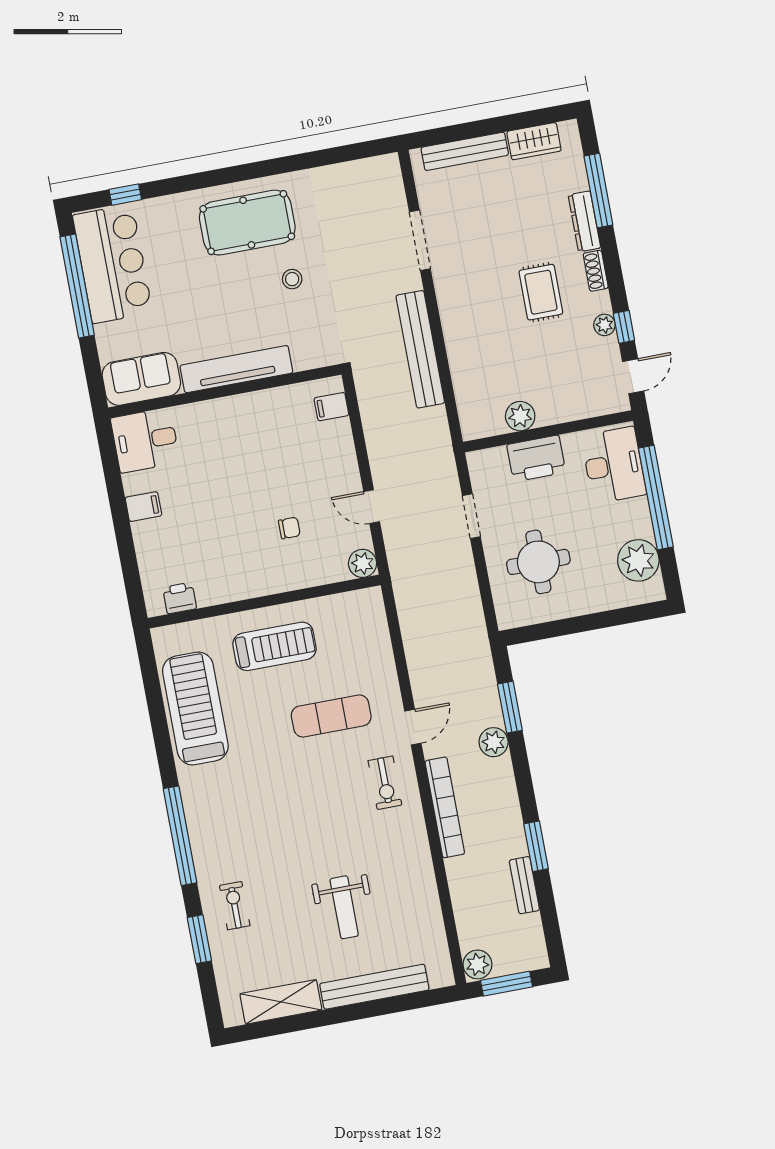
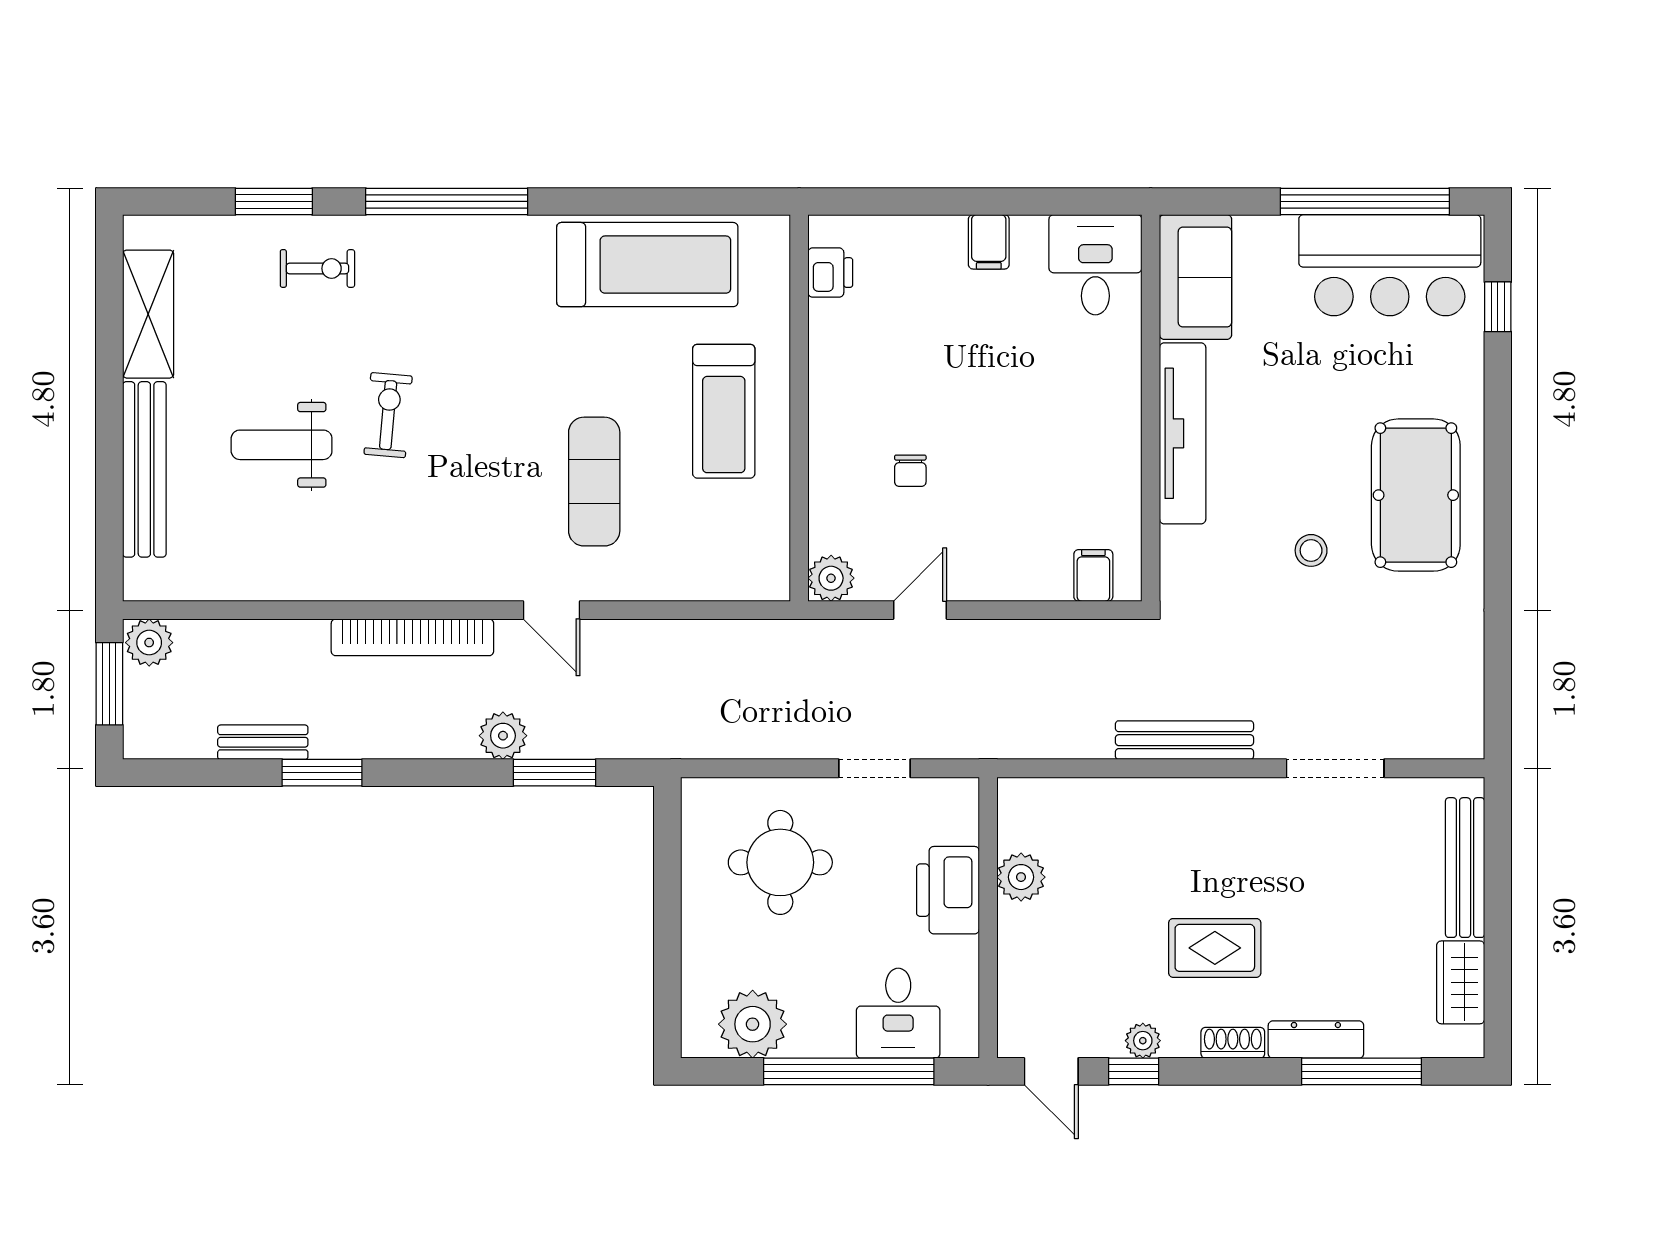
bench: (420, 349) -> (1184, 740), width x0.73, depth x0.82
desk: (614, 465) -> (898, 1013), width x0.73
exercise bike: (385, 783) -> (388, 415), moved, turned 95

